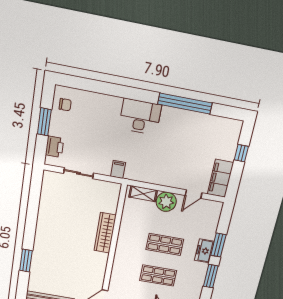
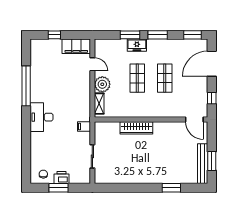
printer: (55, 147) -> (61, 178), moved

